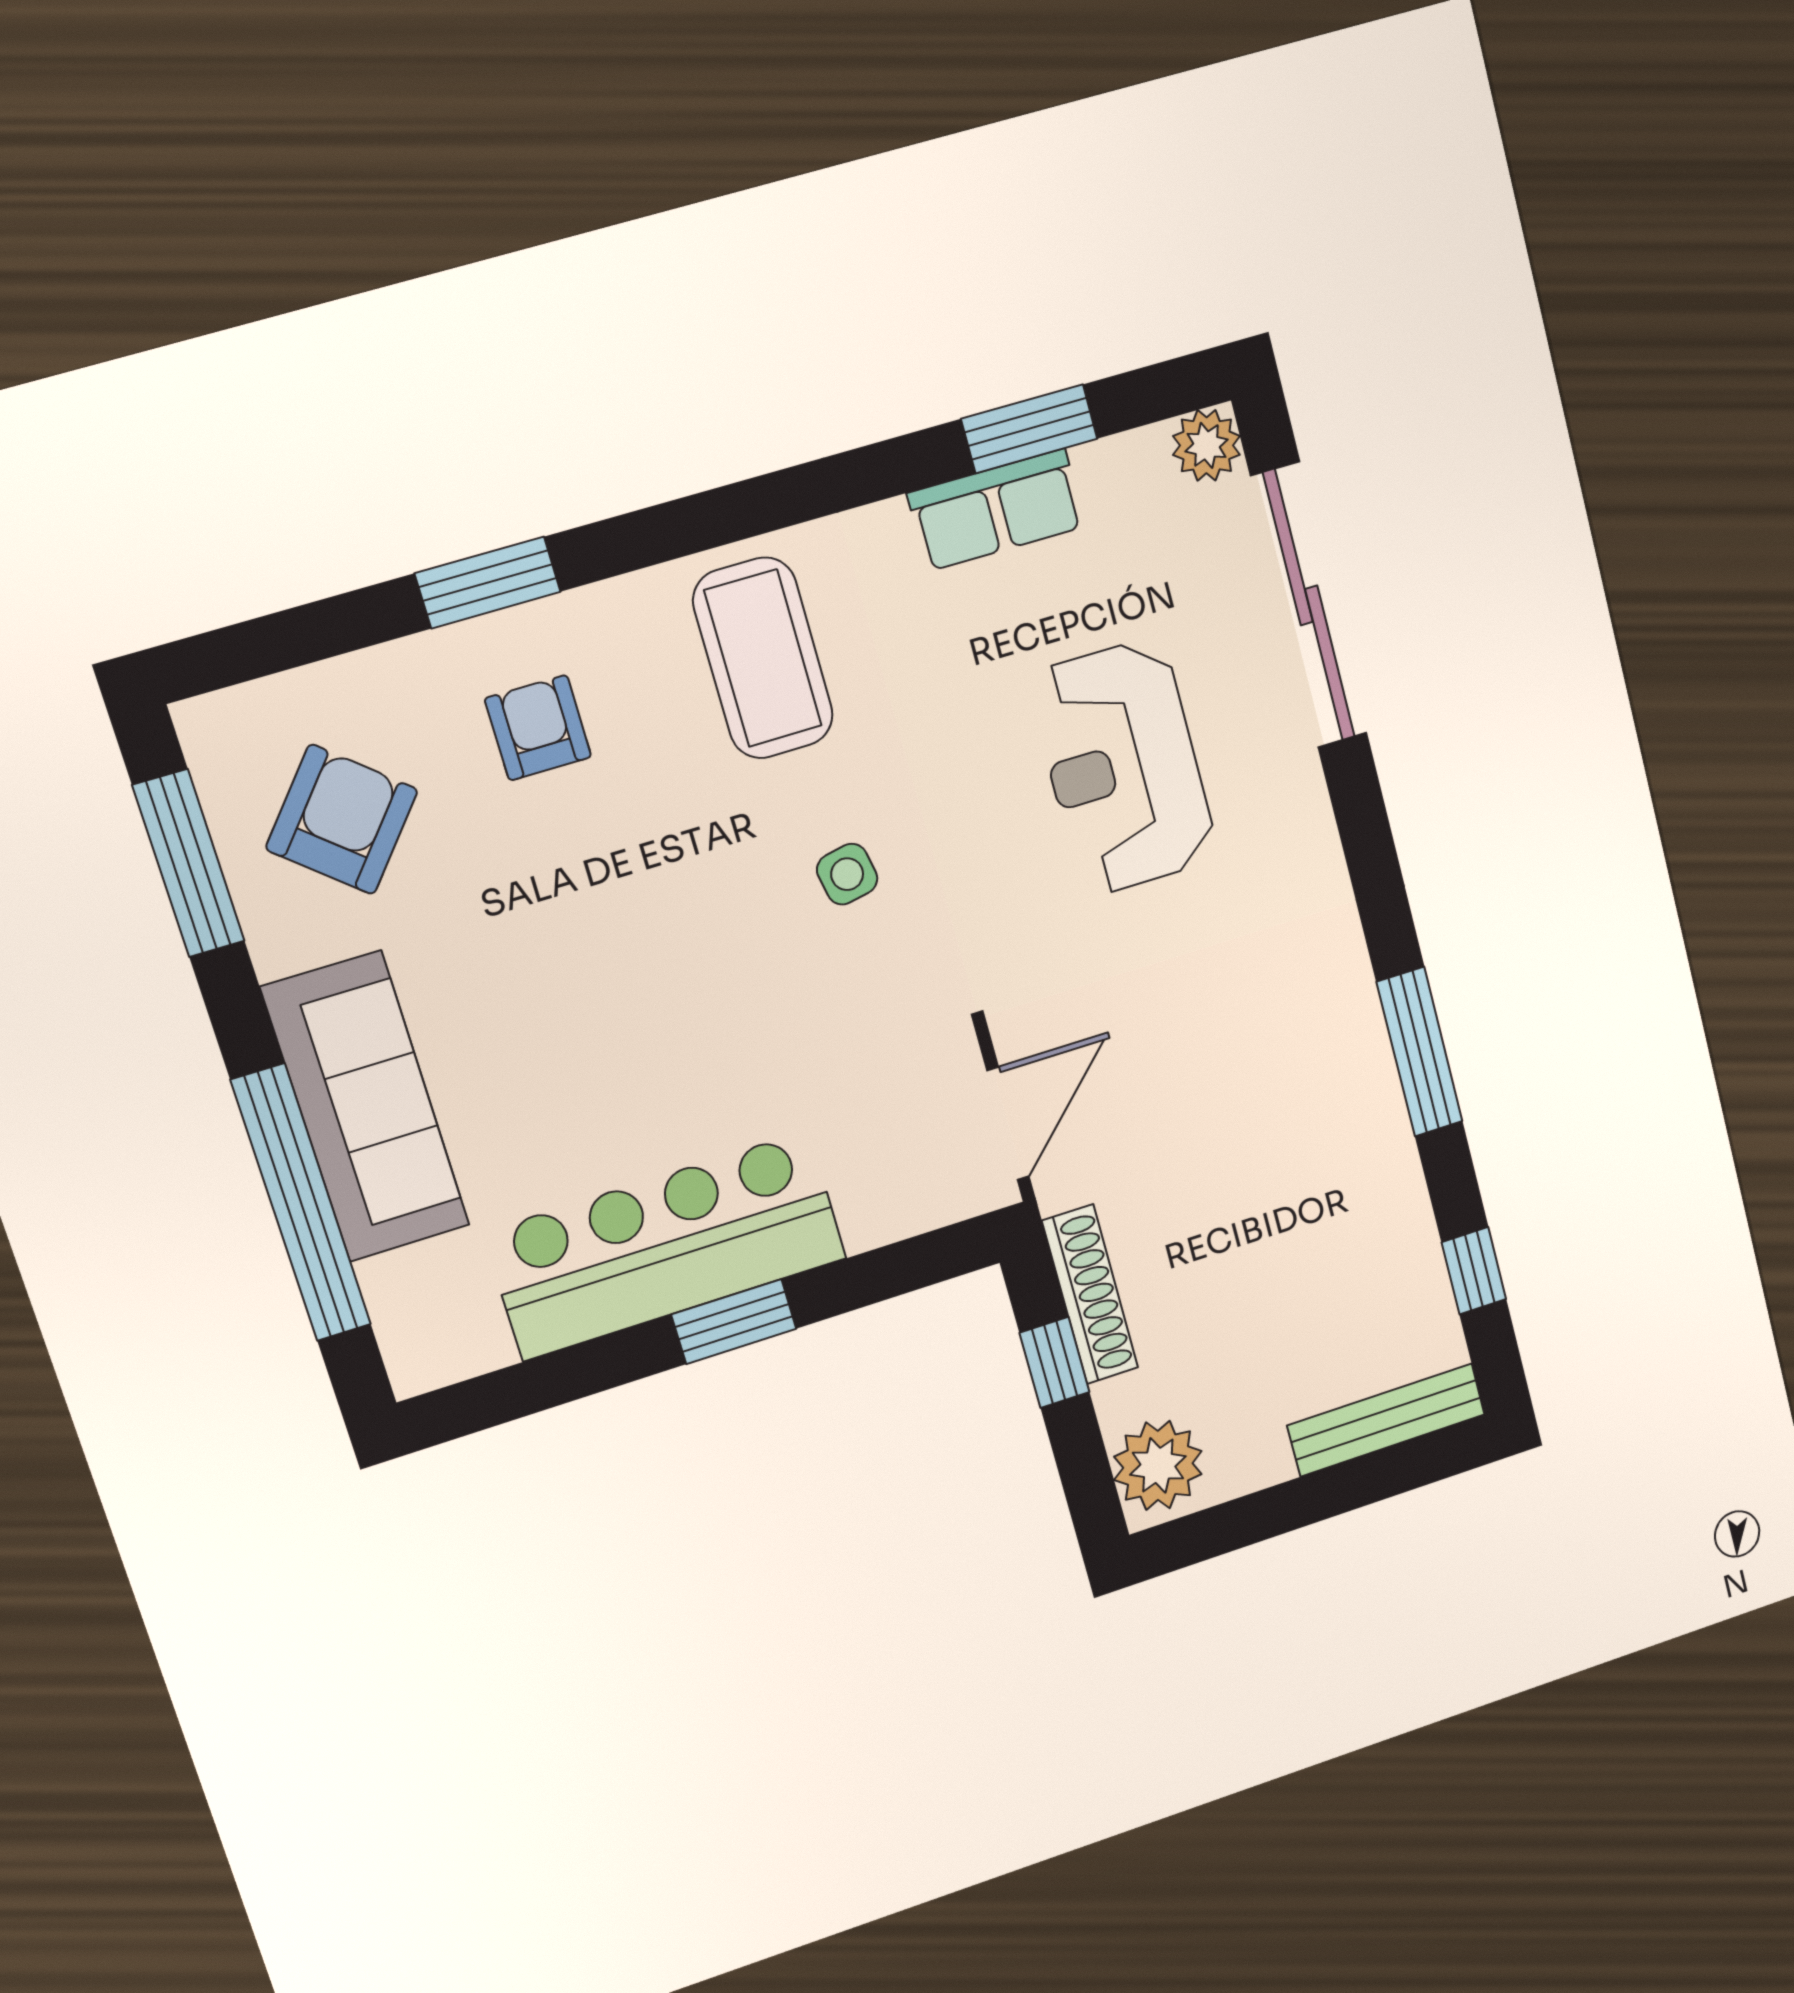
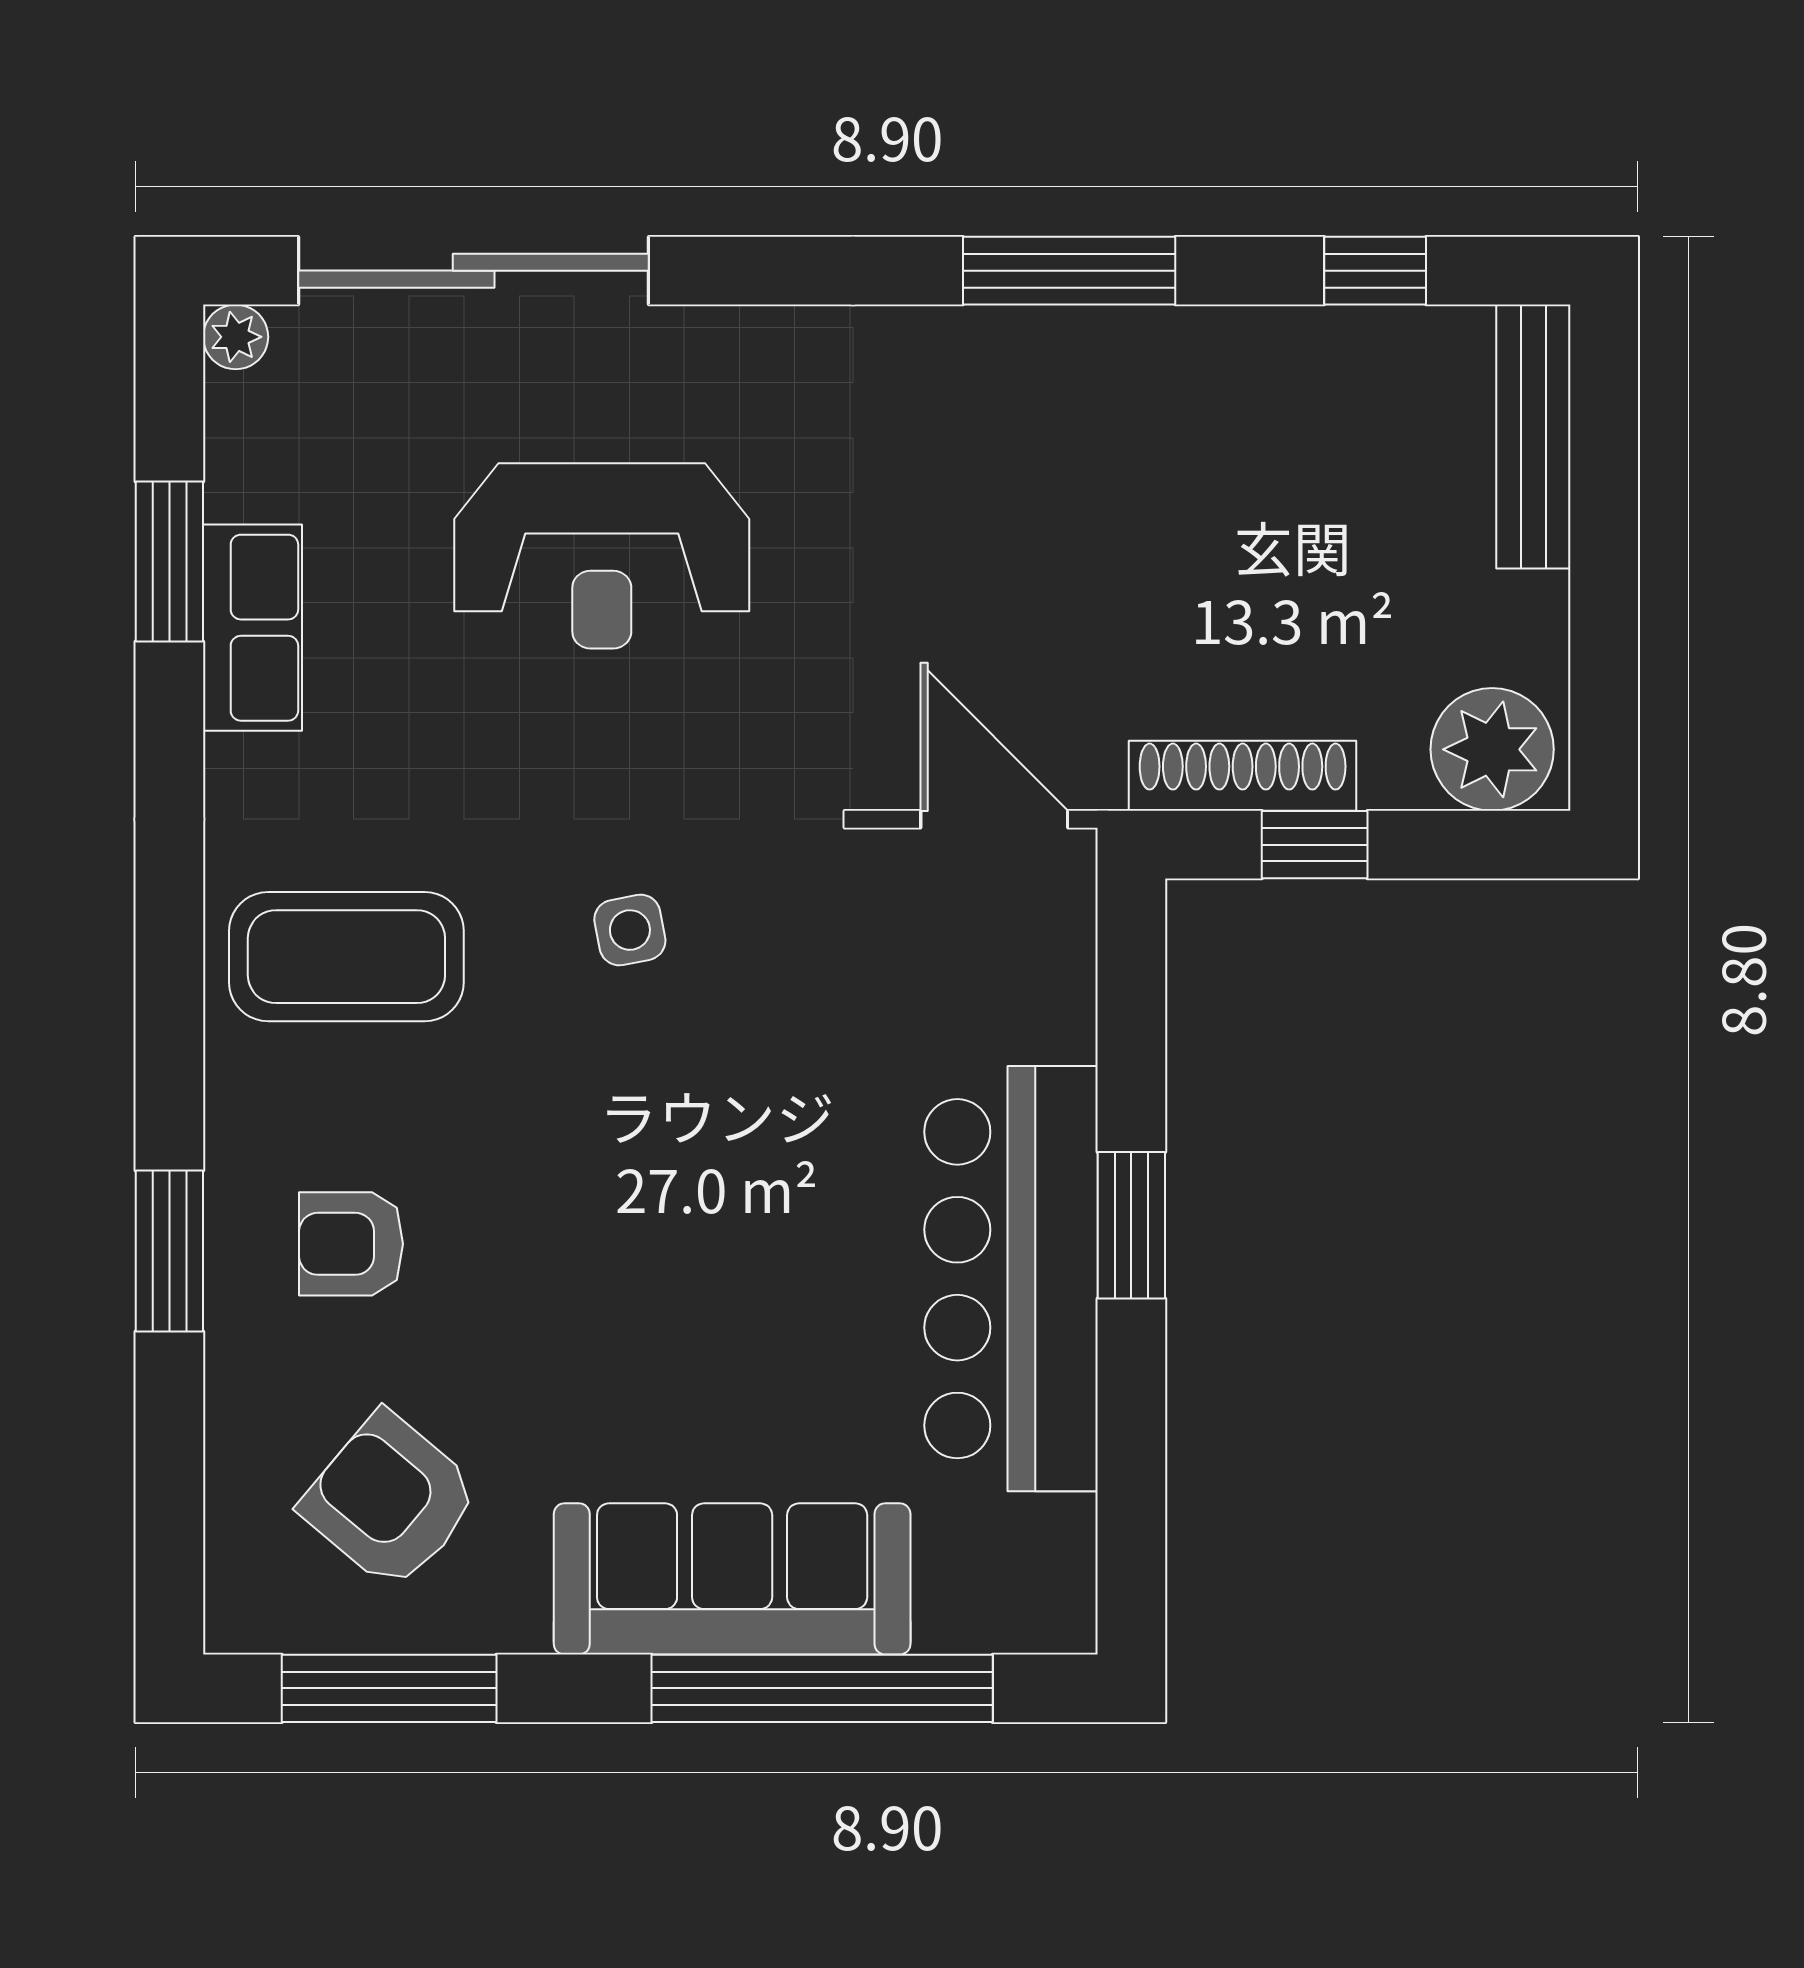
plant: (1206, 445) -> (236, 337), width x0.73, depth x0.73

